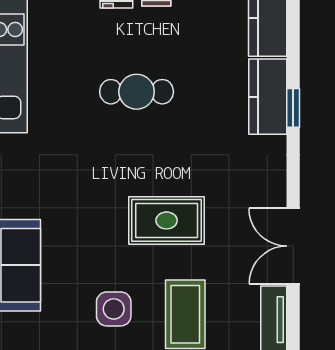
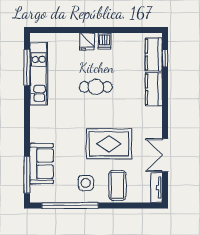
window: (293, 108) -> (165, 58), moved
rug: (167, 220) -> (109, 144), width x1.36, depth x1.43

